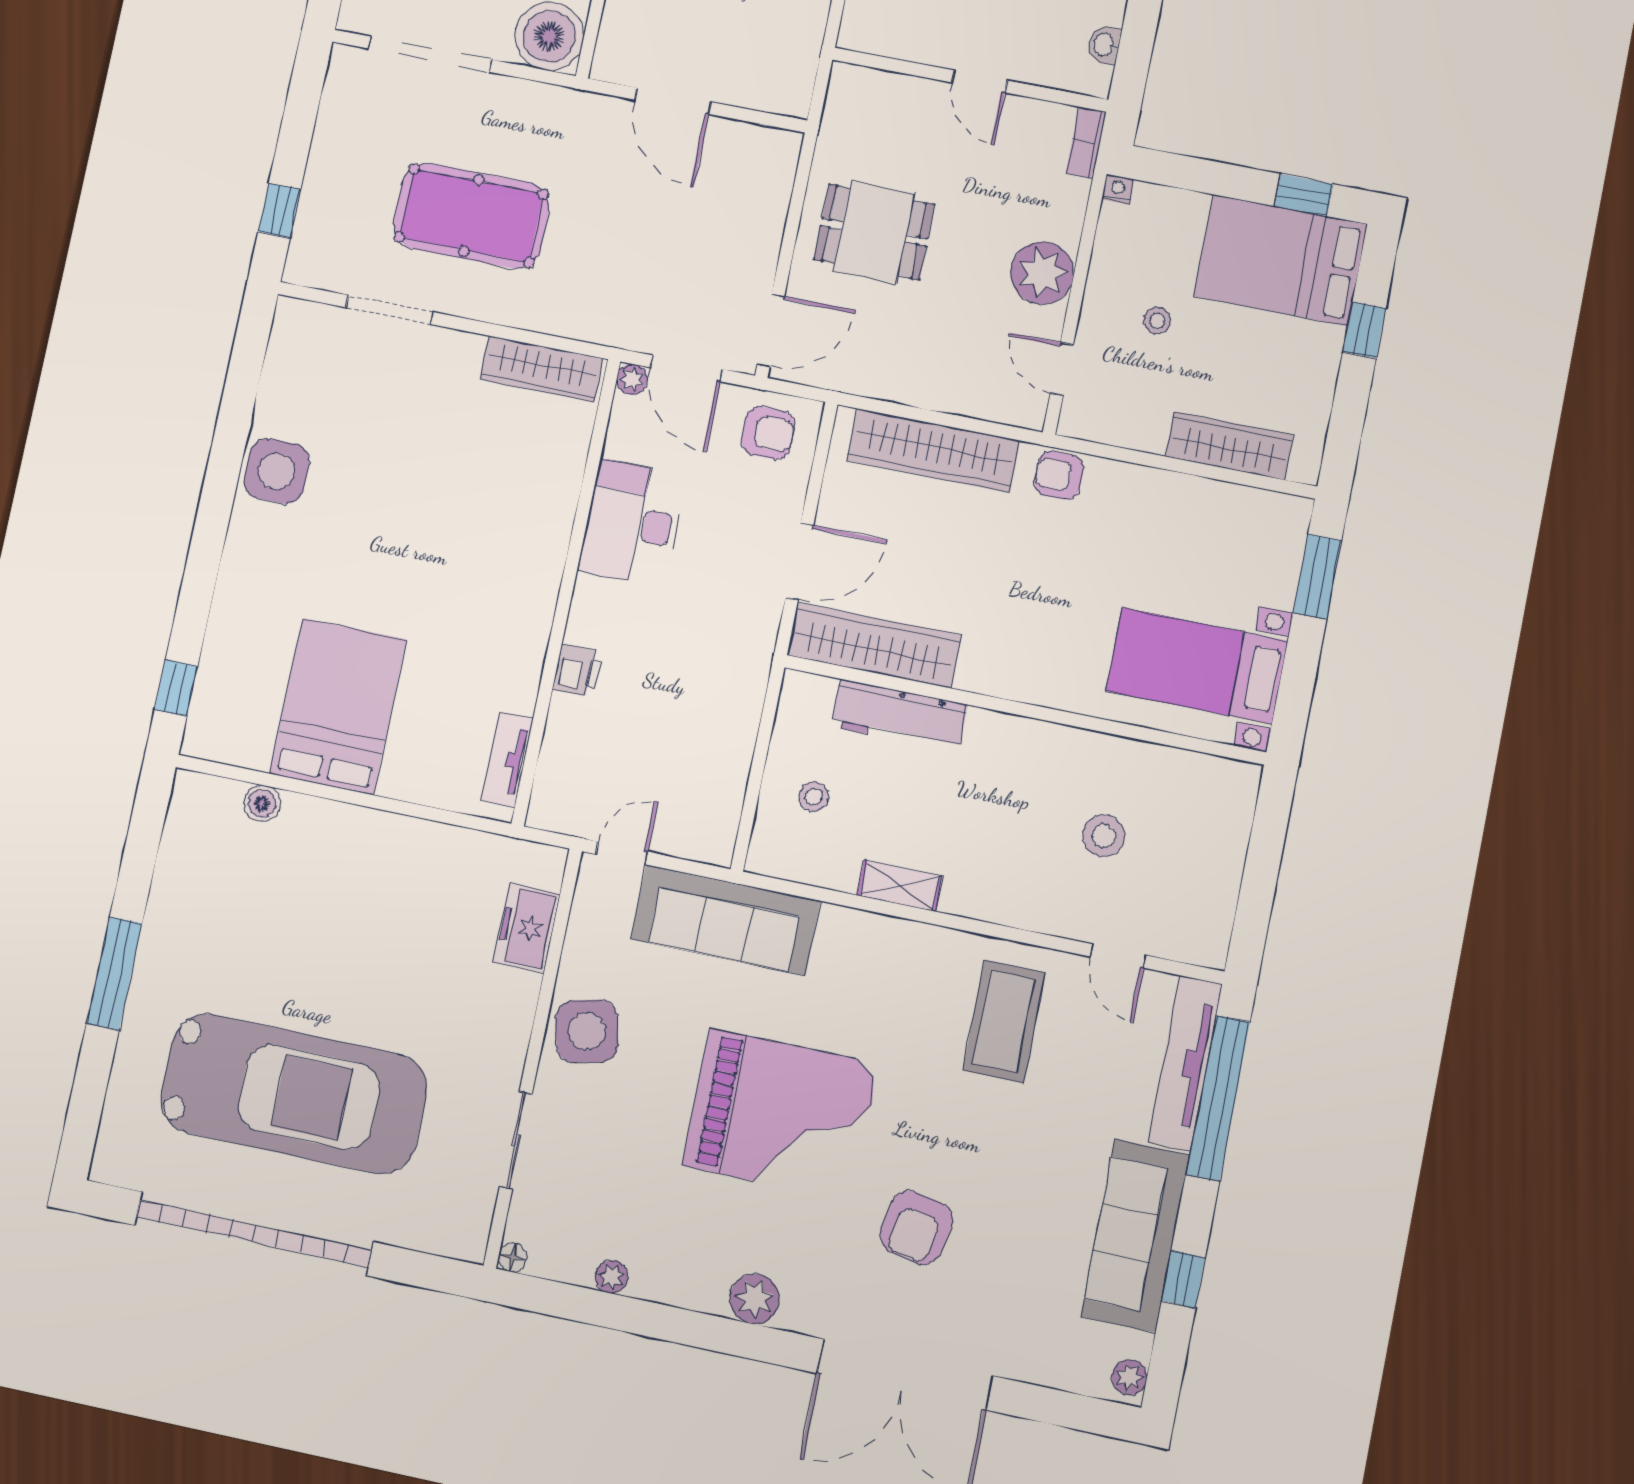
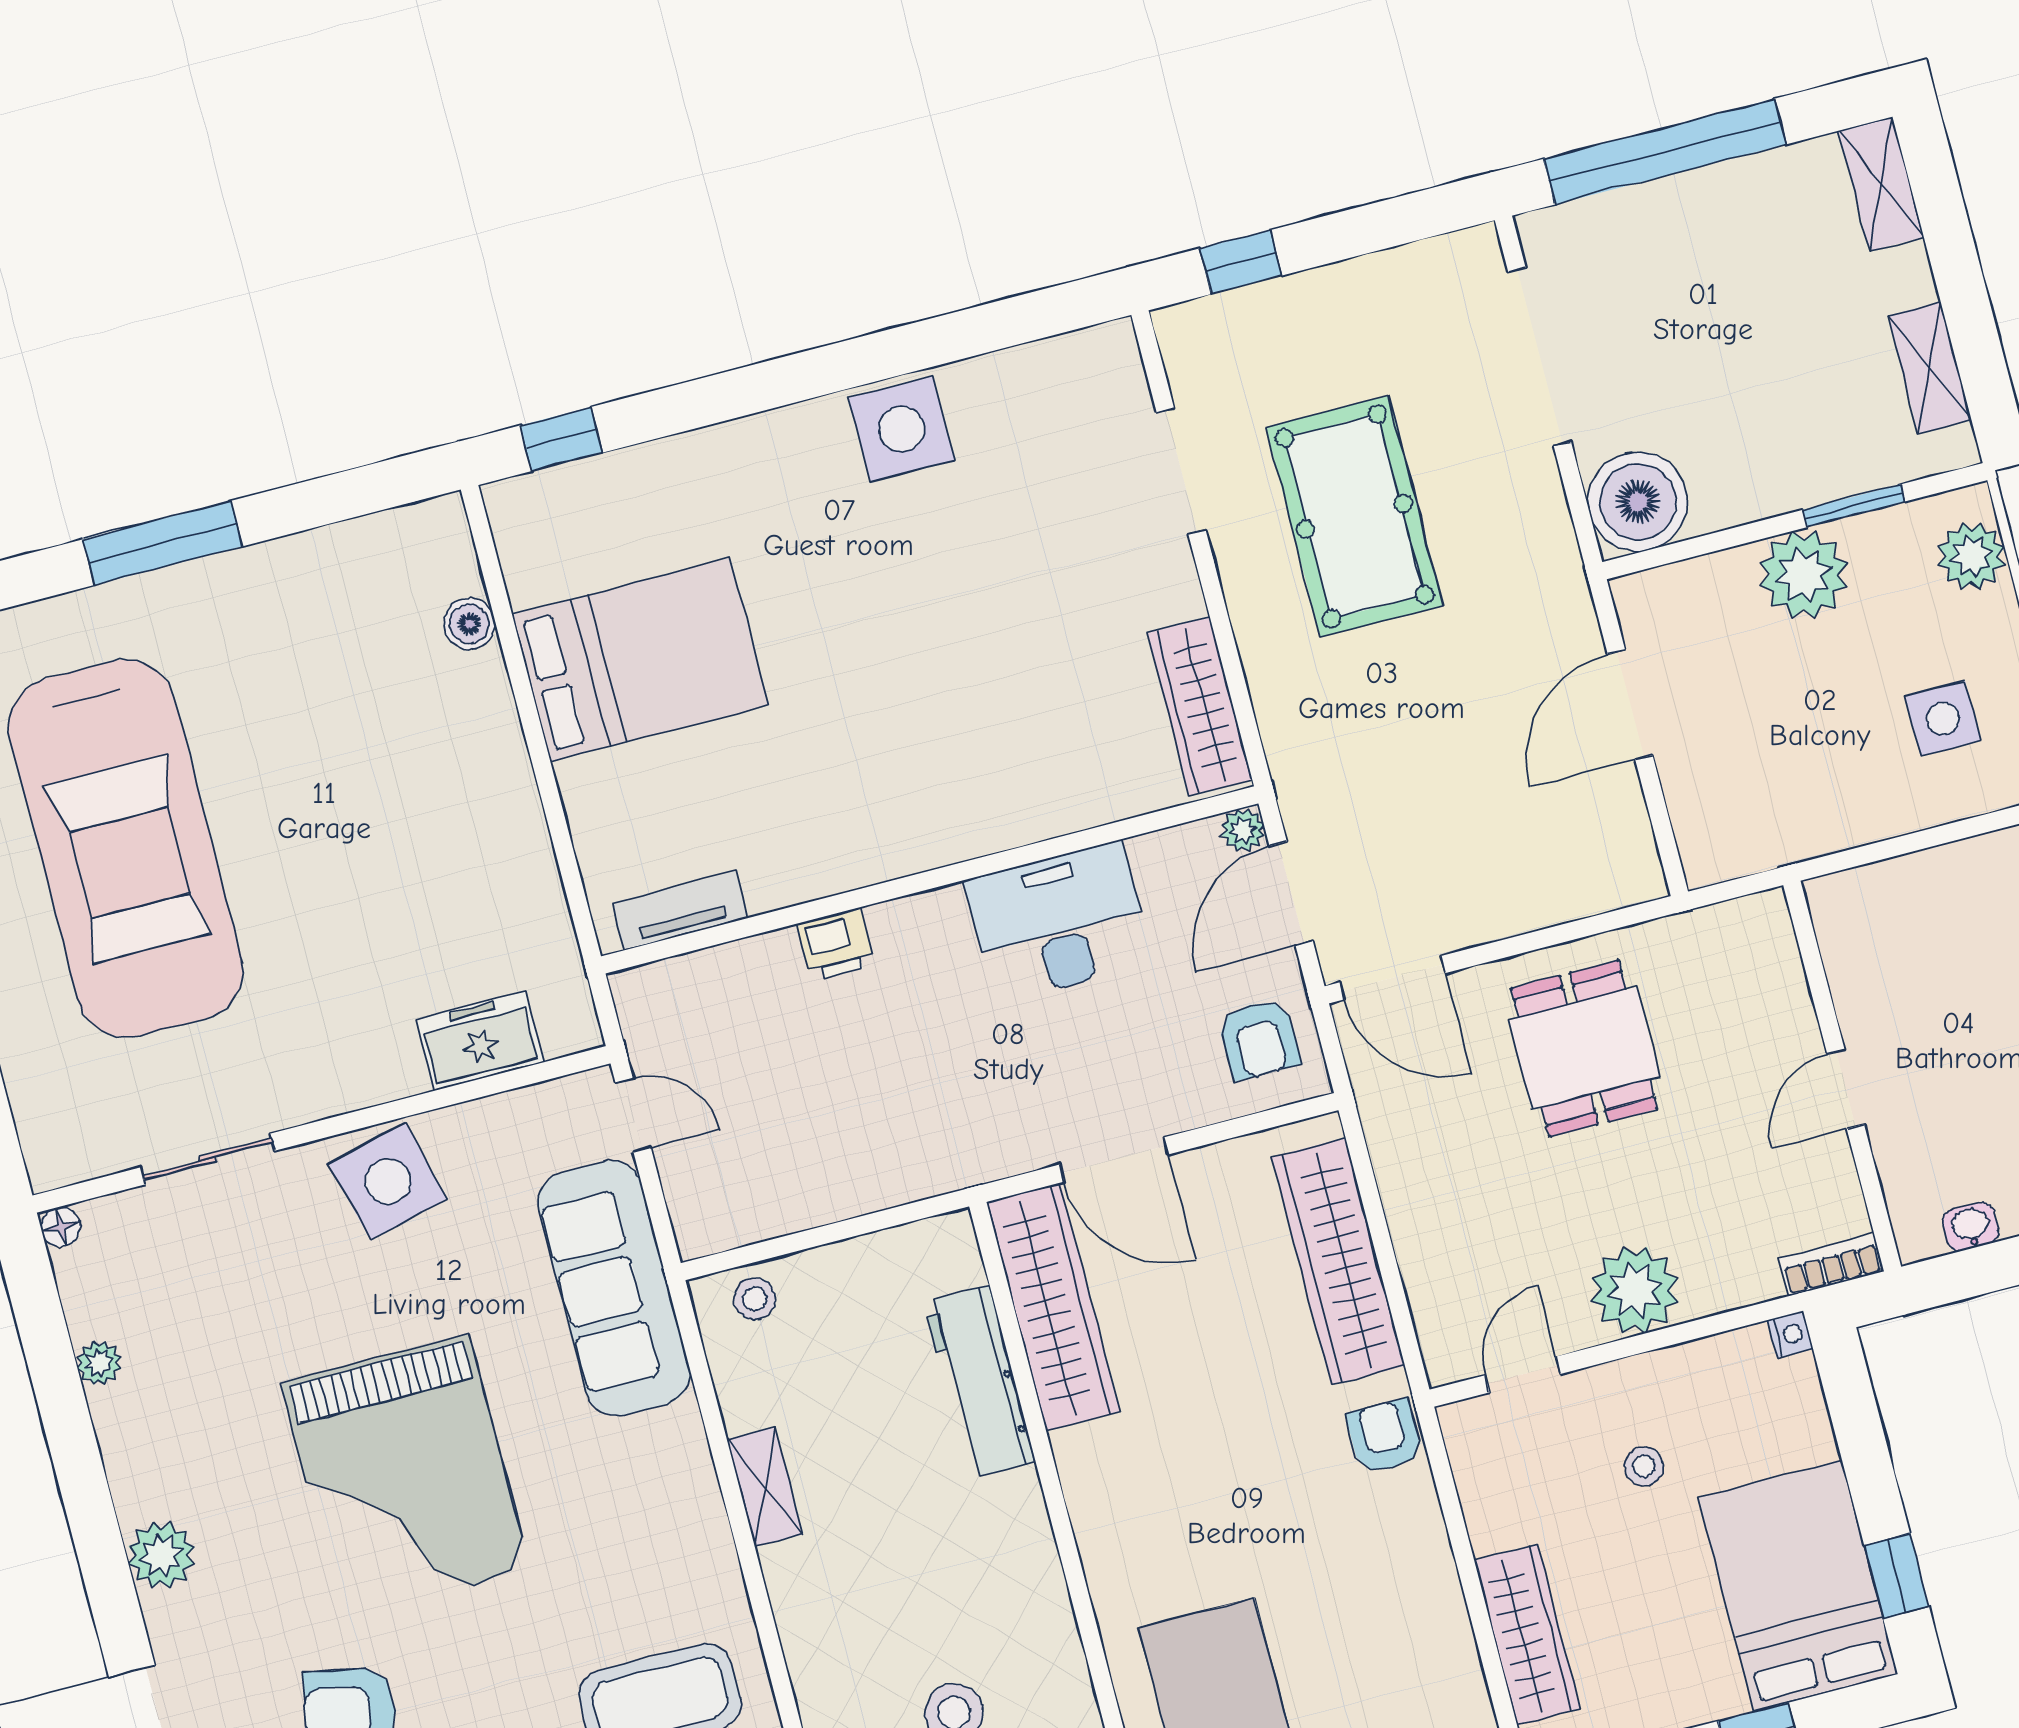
stool: (814, 797) -> (755, 1299), moved

